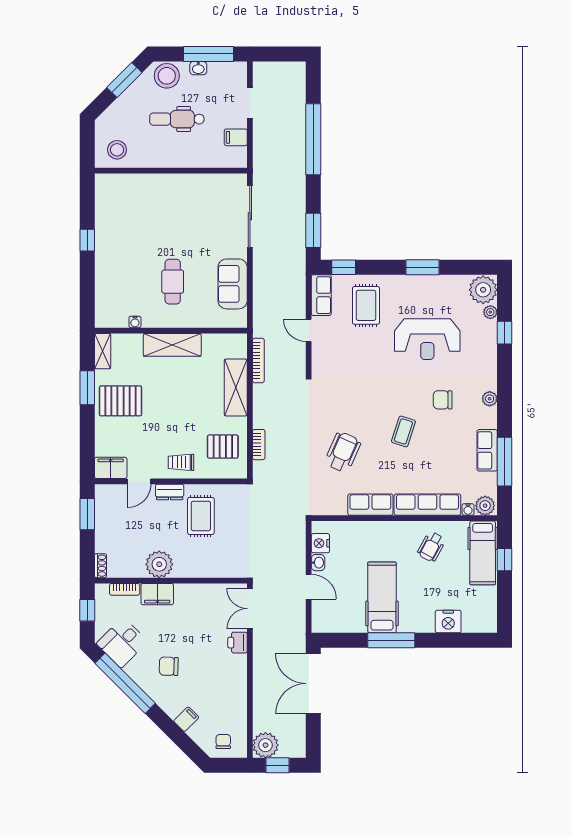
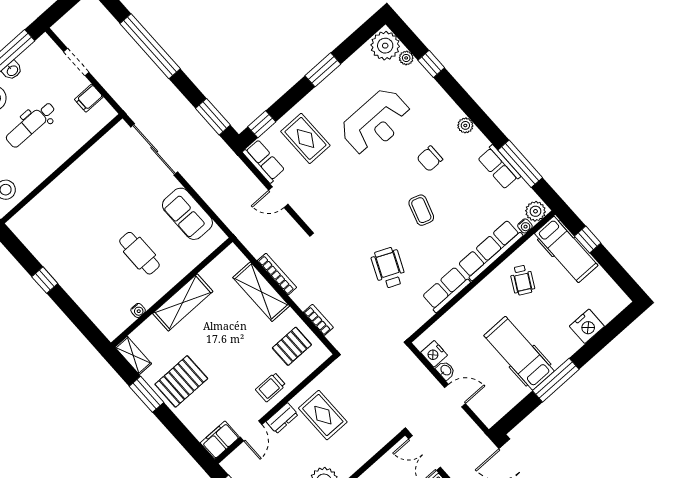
bookcase: (258, 360) -> (277, 274), moved

